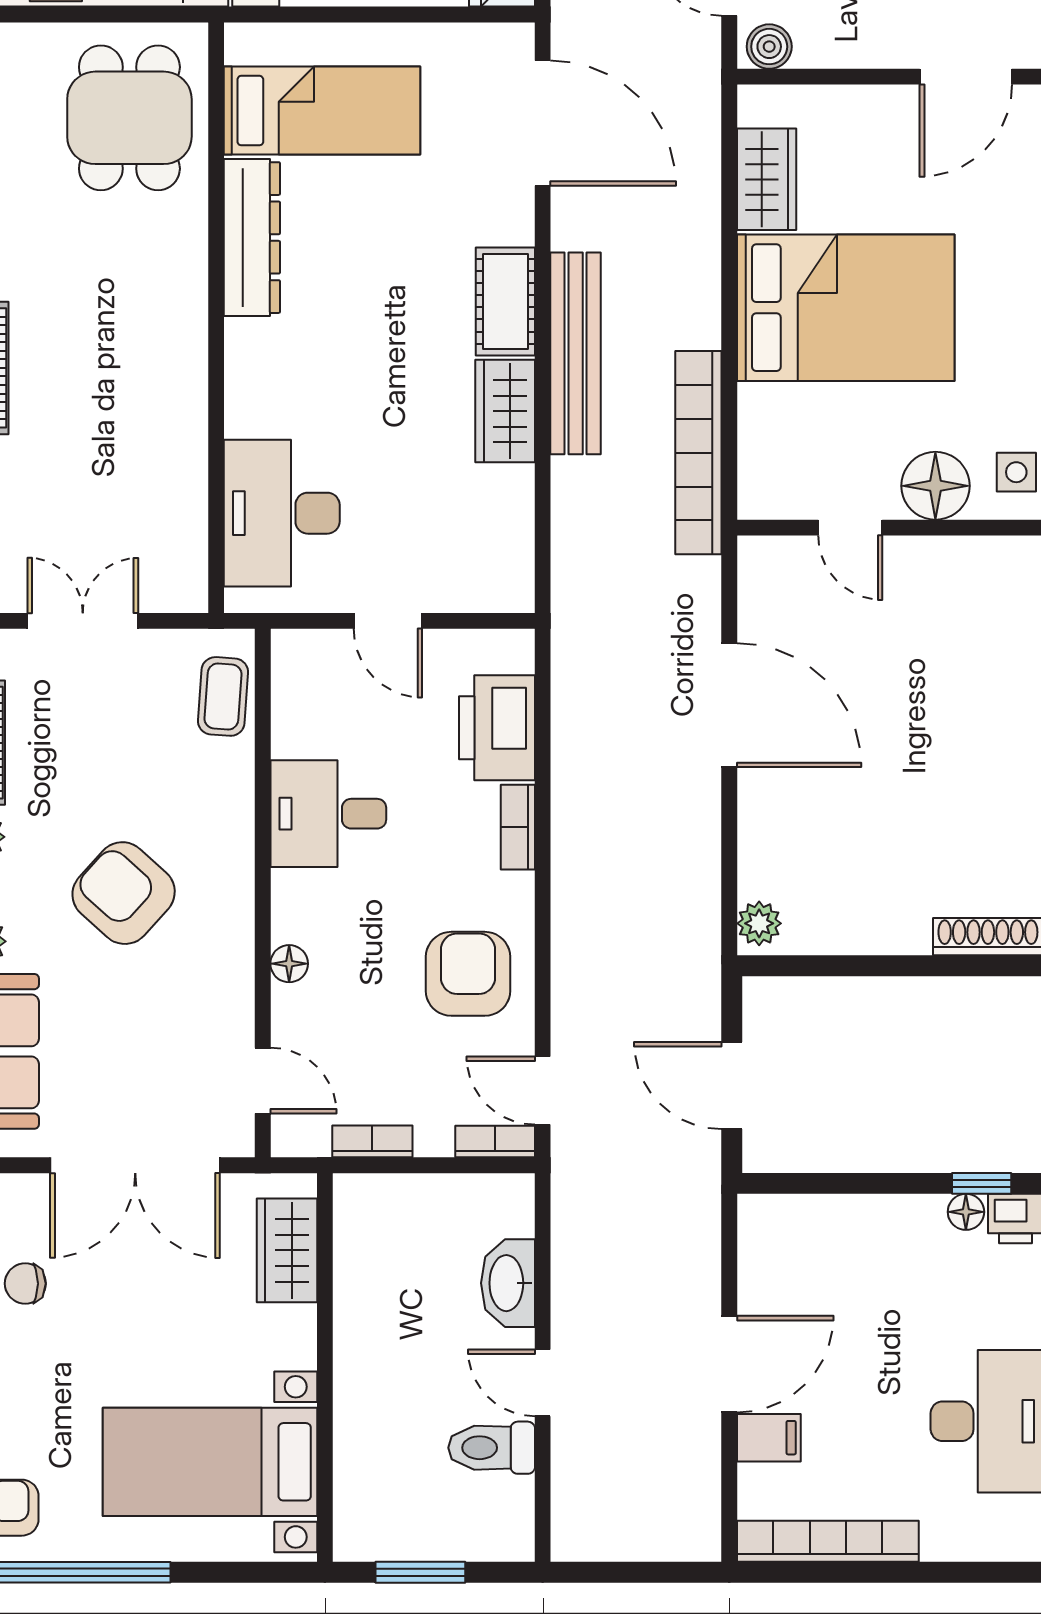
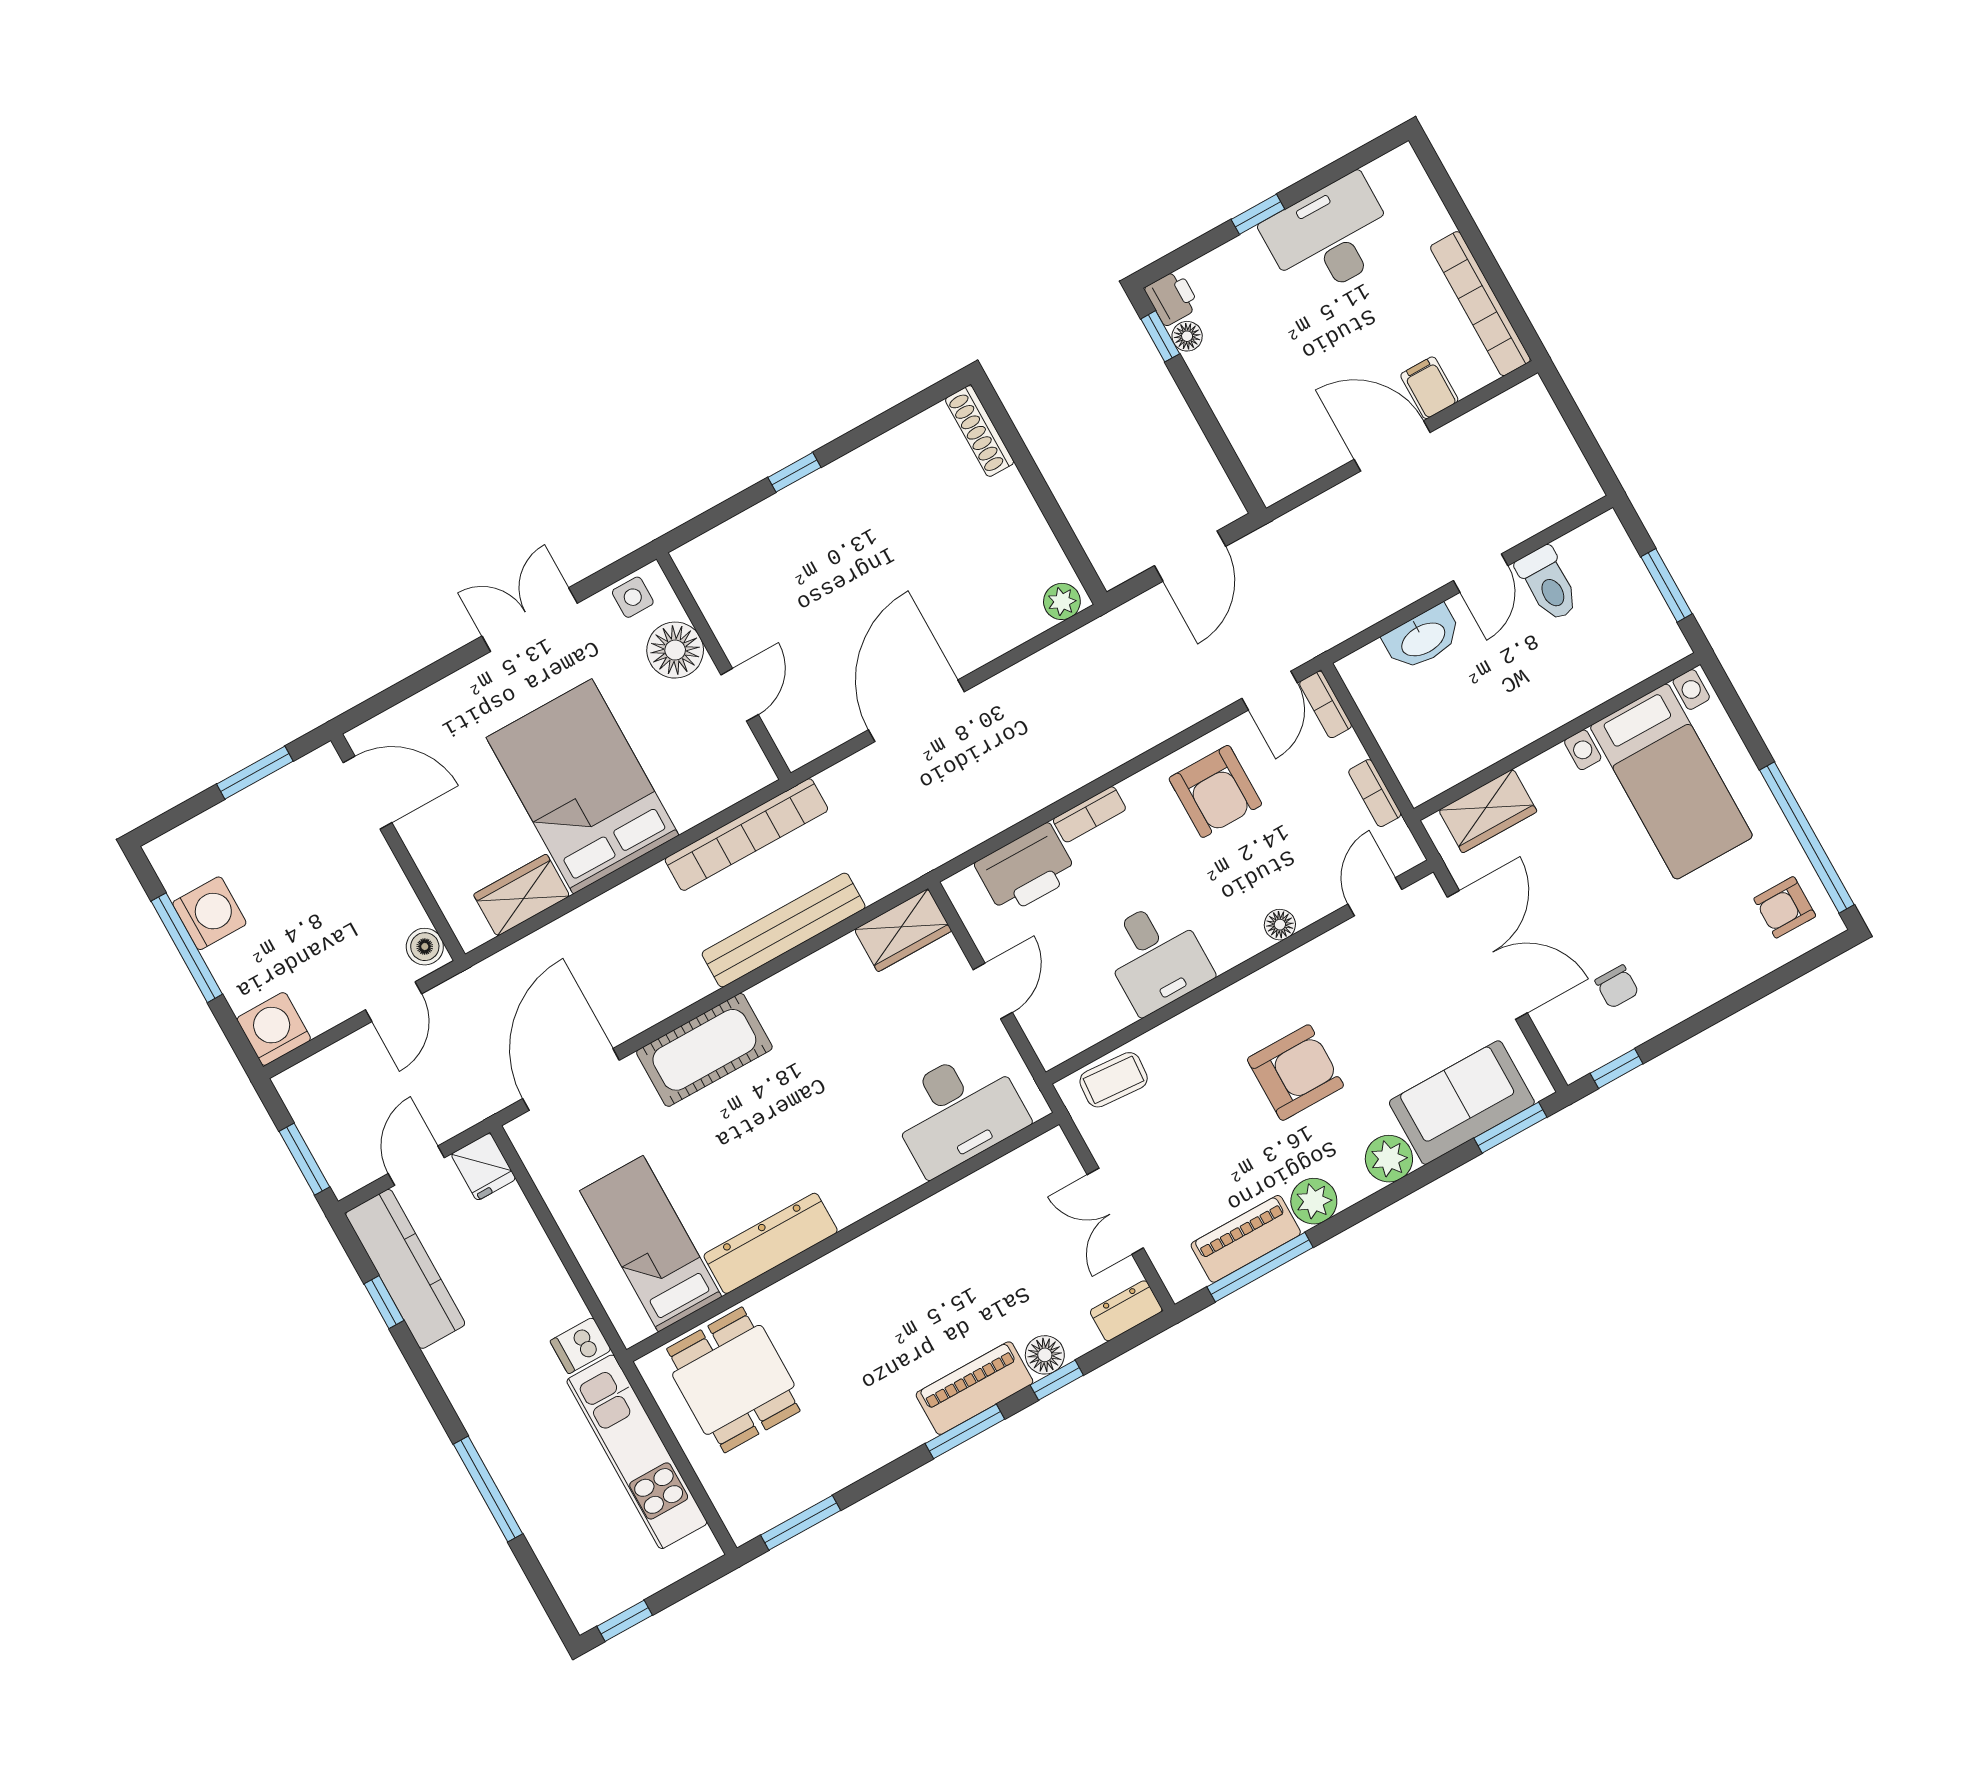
dining table: (129, 118) -> (733, 1380), turned 90
cot: (505, 301) -> (704, 1050), width x1.37, depth x1.34
bench: (576, 353) -> (784, 930), moved
wardrobe: (505, 411) -> (903, 930), moved
armchair: (124, 893) -> (1295, 1073), turned -132
armchair: (468, 974) -> (1215, 791), turned -90

